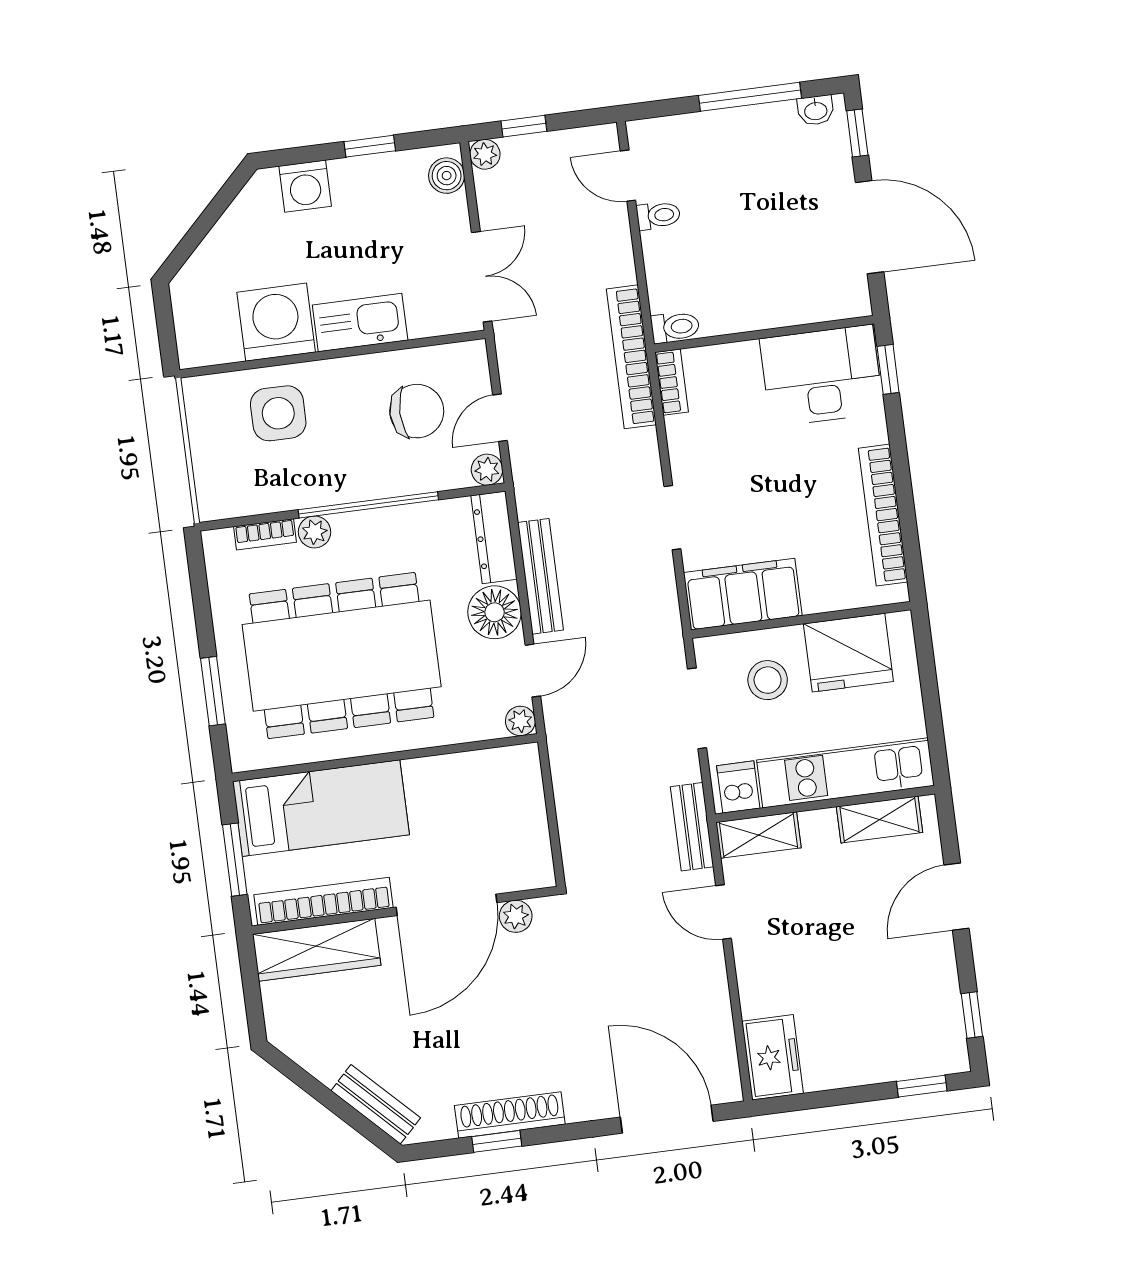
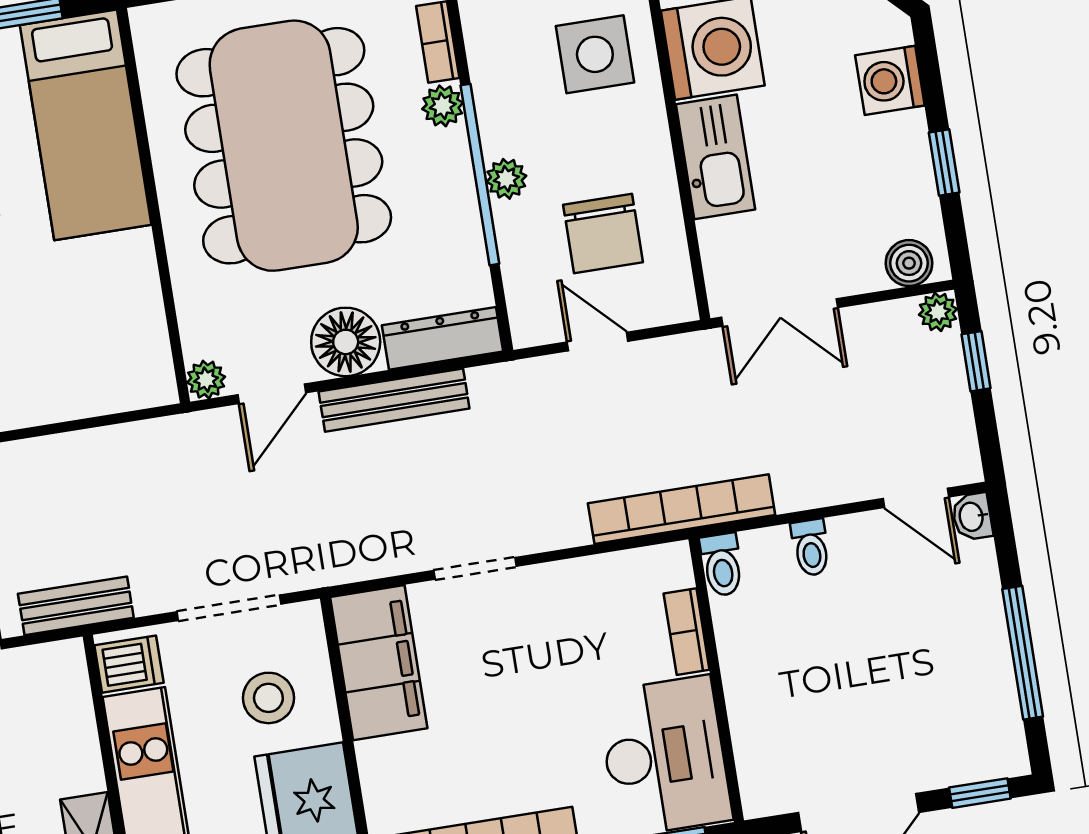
washbasin: (816, 110) -> (972, 517), moved
door: (628, 176) -> (916, 498), swing flipped
toilet: (658, 215) -> (811, 548), moved
bookcase: (672, 382) -> (687, 632), moved, turned 90
plant: (487, 470) -> (506, 179), moved
door: (533, 671) -> (272, 394), hinge flipped
shelving: (758, 835) -> (68, 692), removed

